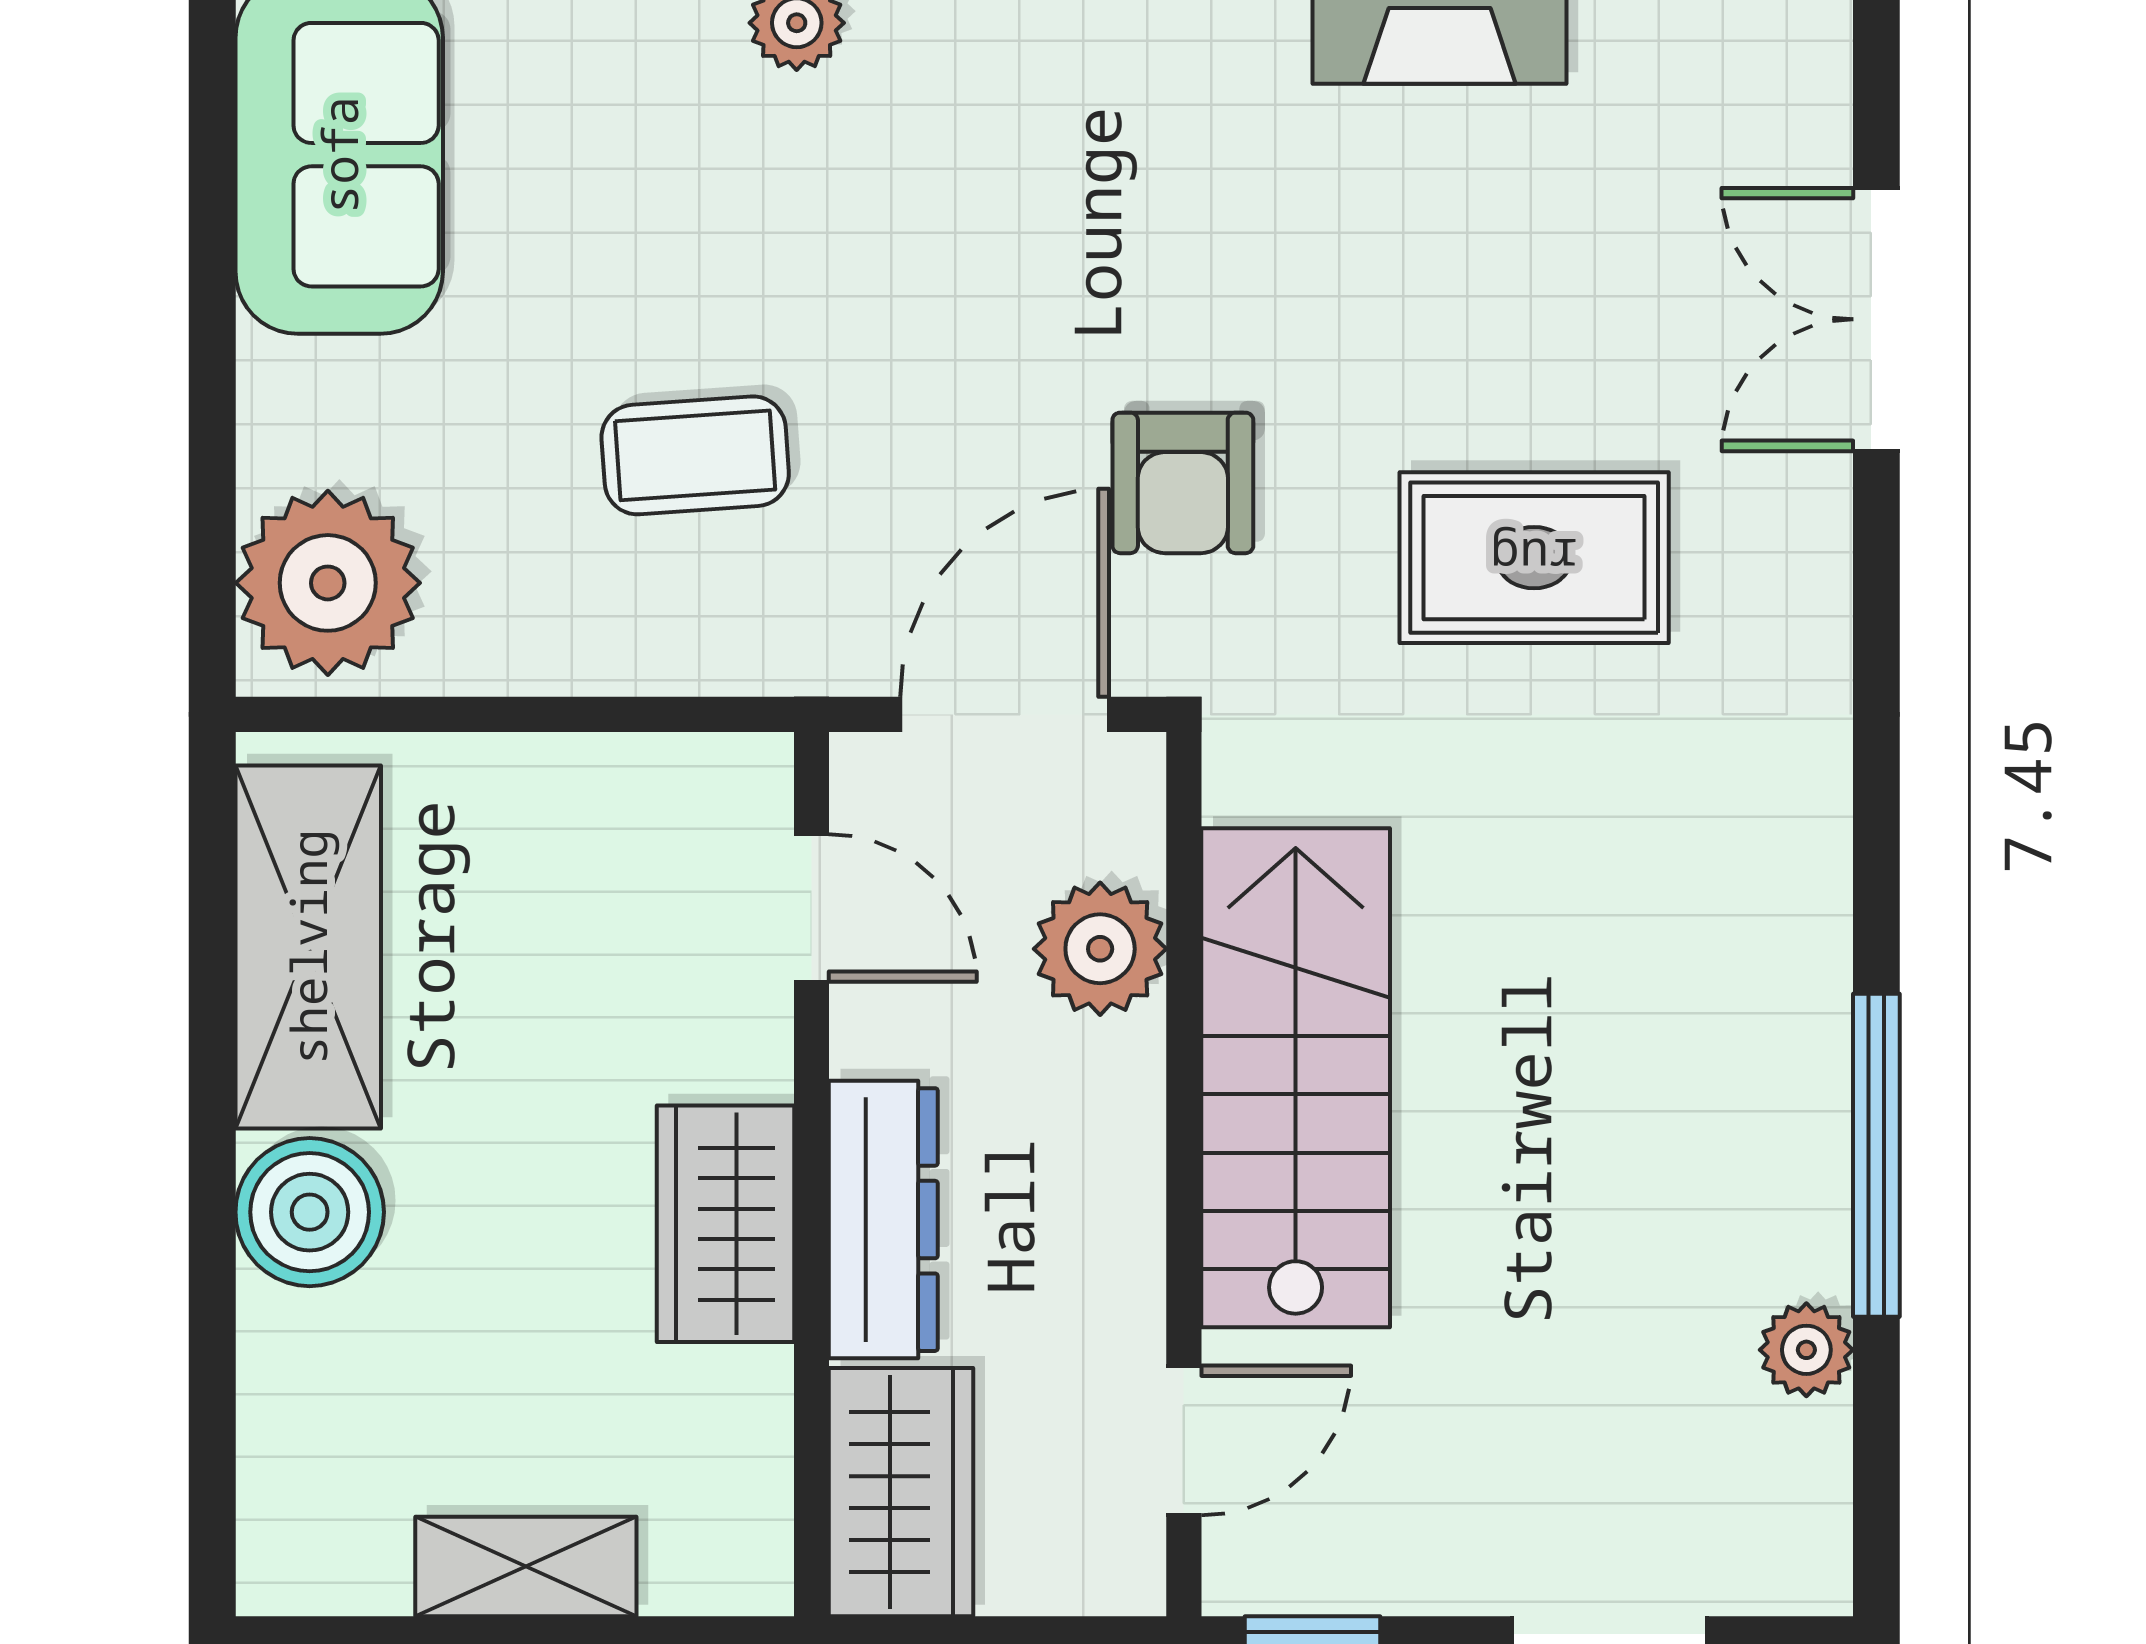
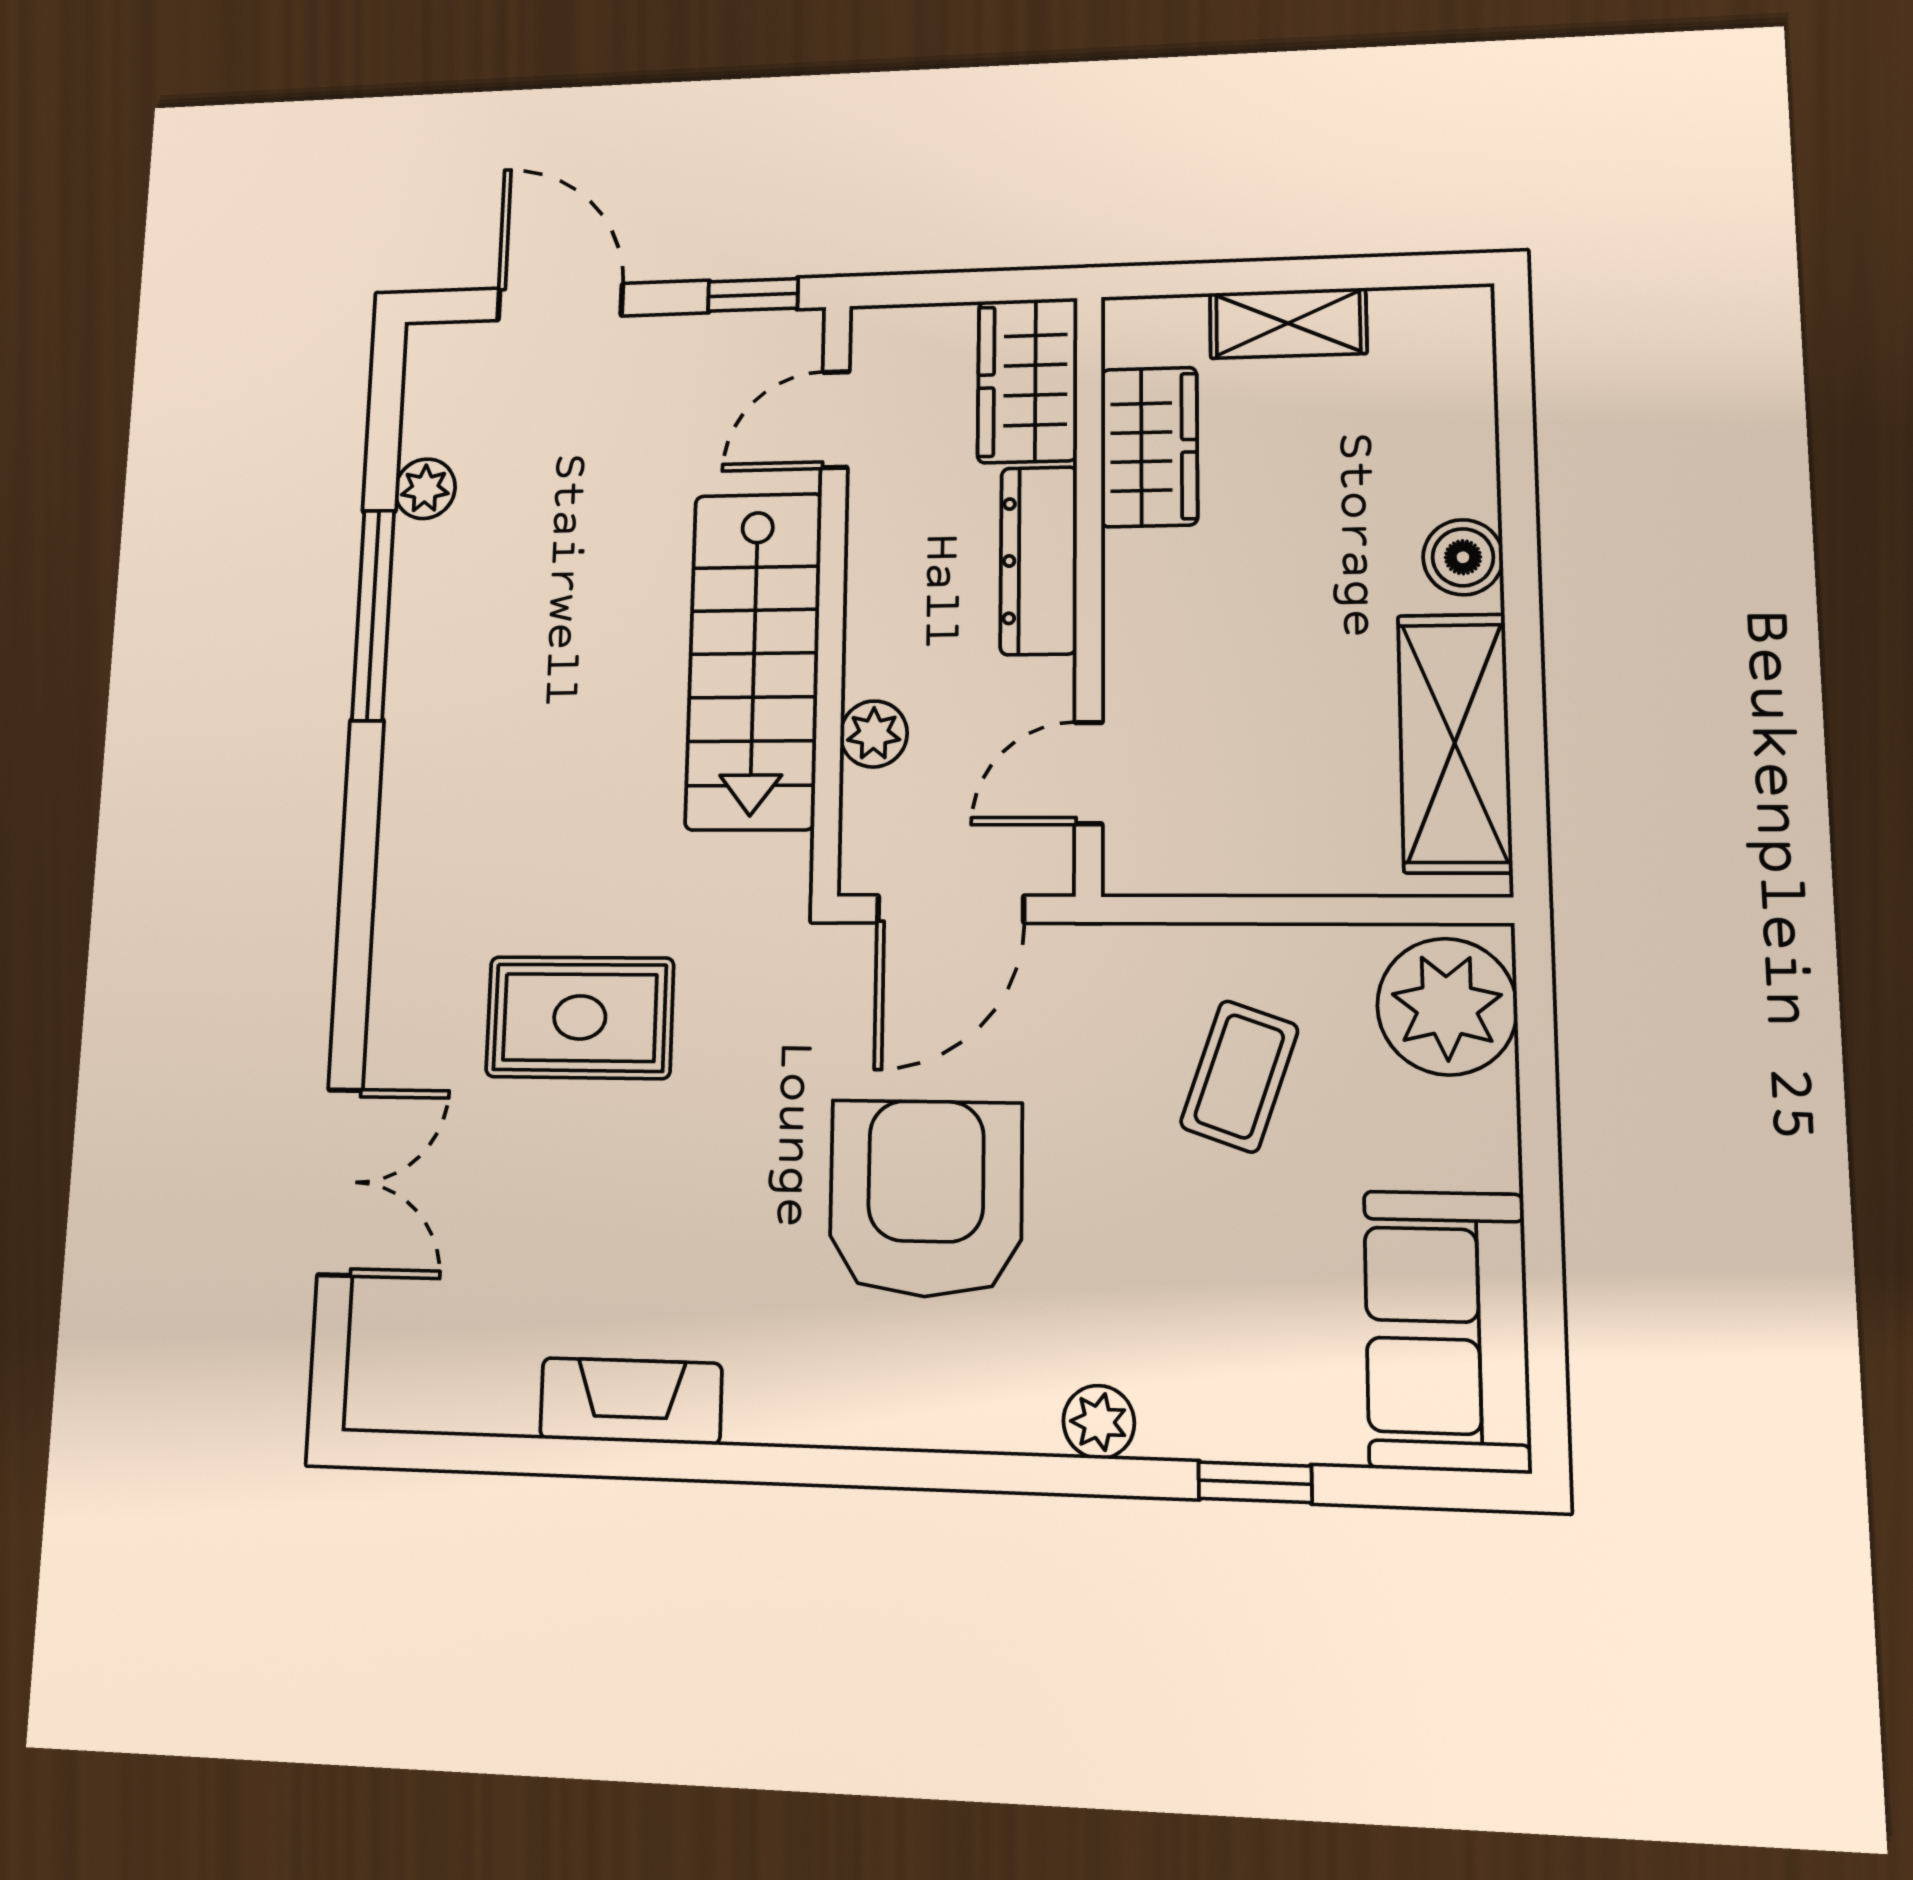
coffee table: (695, 455) -> (1239, 1076), moved, turned -67
armchair: (1183, 483) -> (926, 1198), moved, width x1.88, depth x1.88
door: (812, 908) -> (1089, 773), hinge flipped
plant: (1100, 949) -> (874, 734), width x0.73, depth x0.73
boiler: (310, 1212) -> (1463, 557), width x0.73, depth x0.73
wardrobe: (725, 1224) -> (1149, 447), moved

